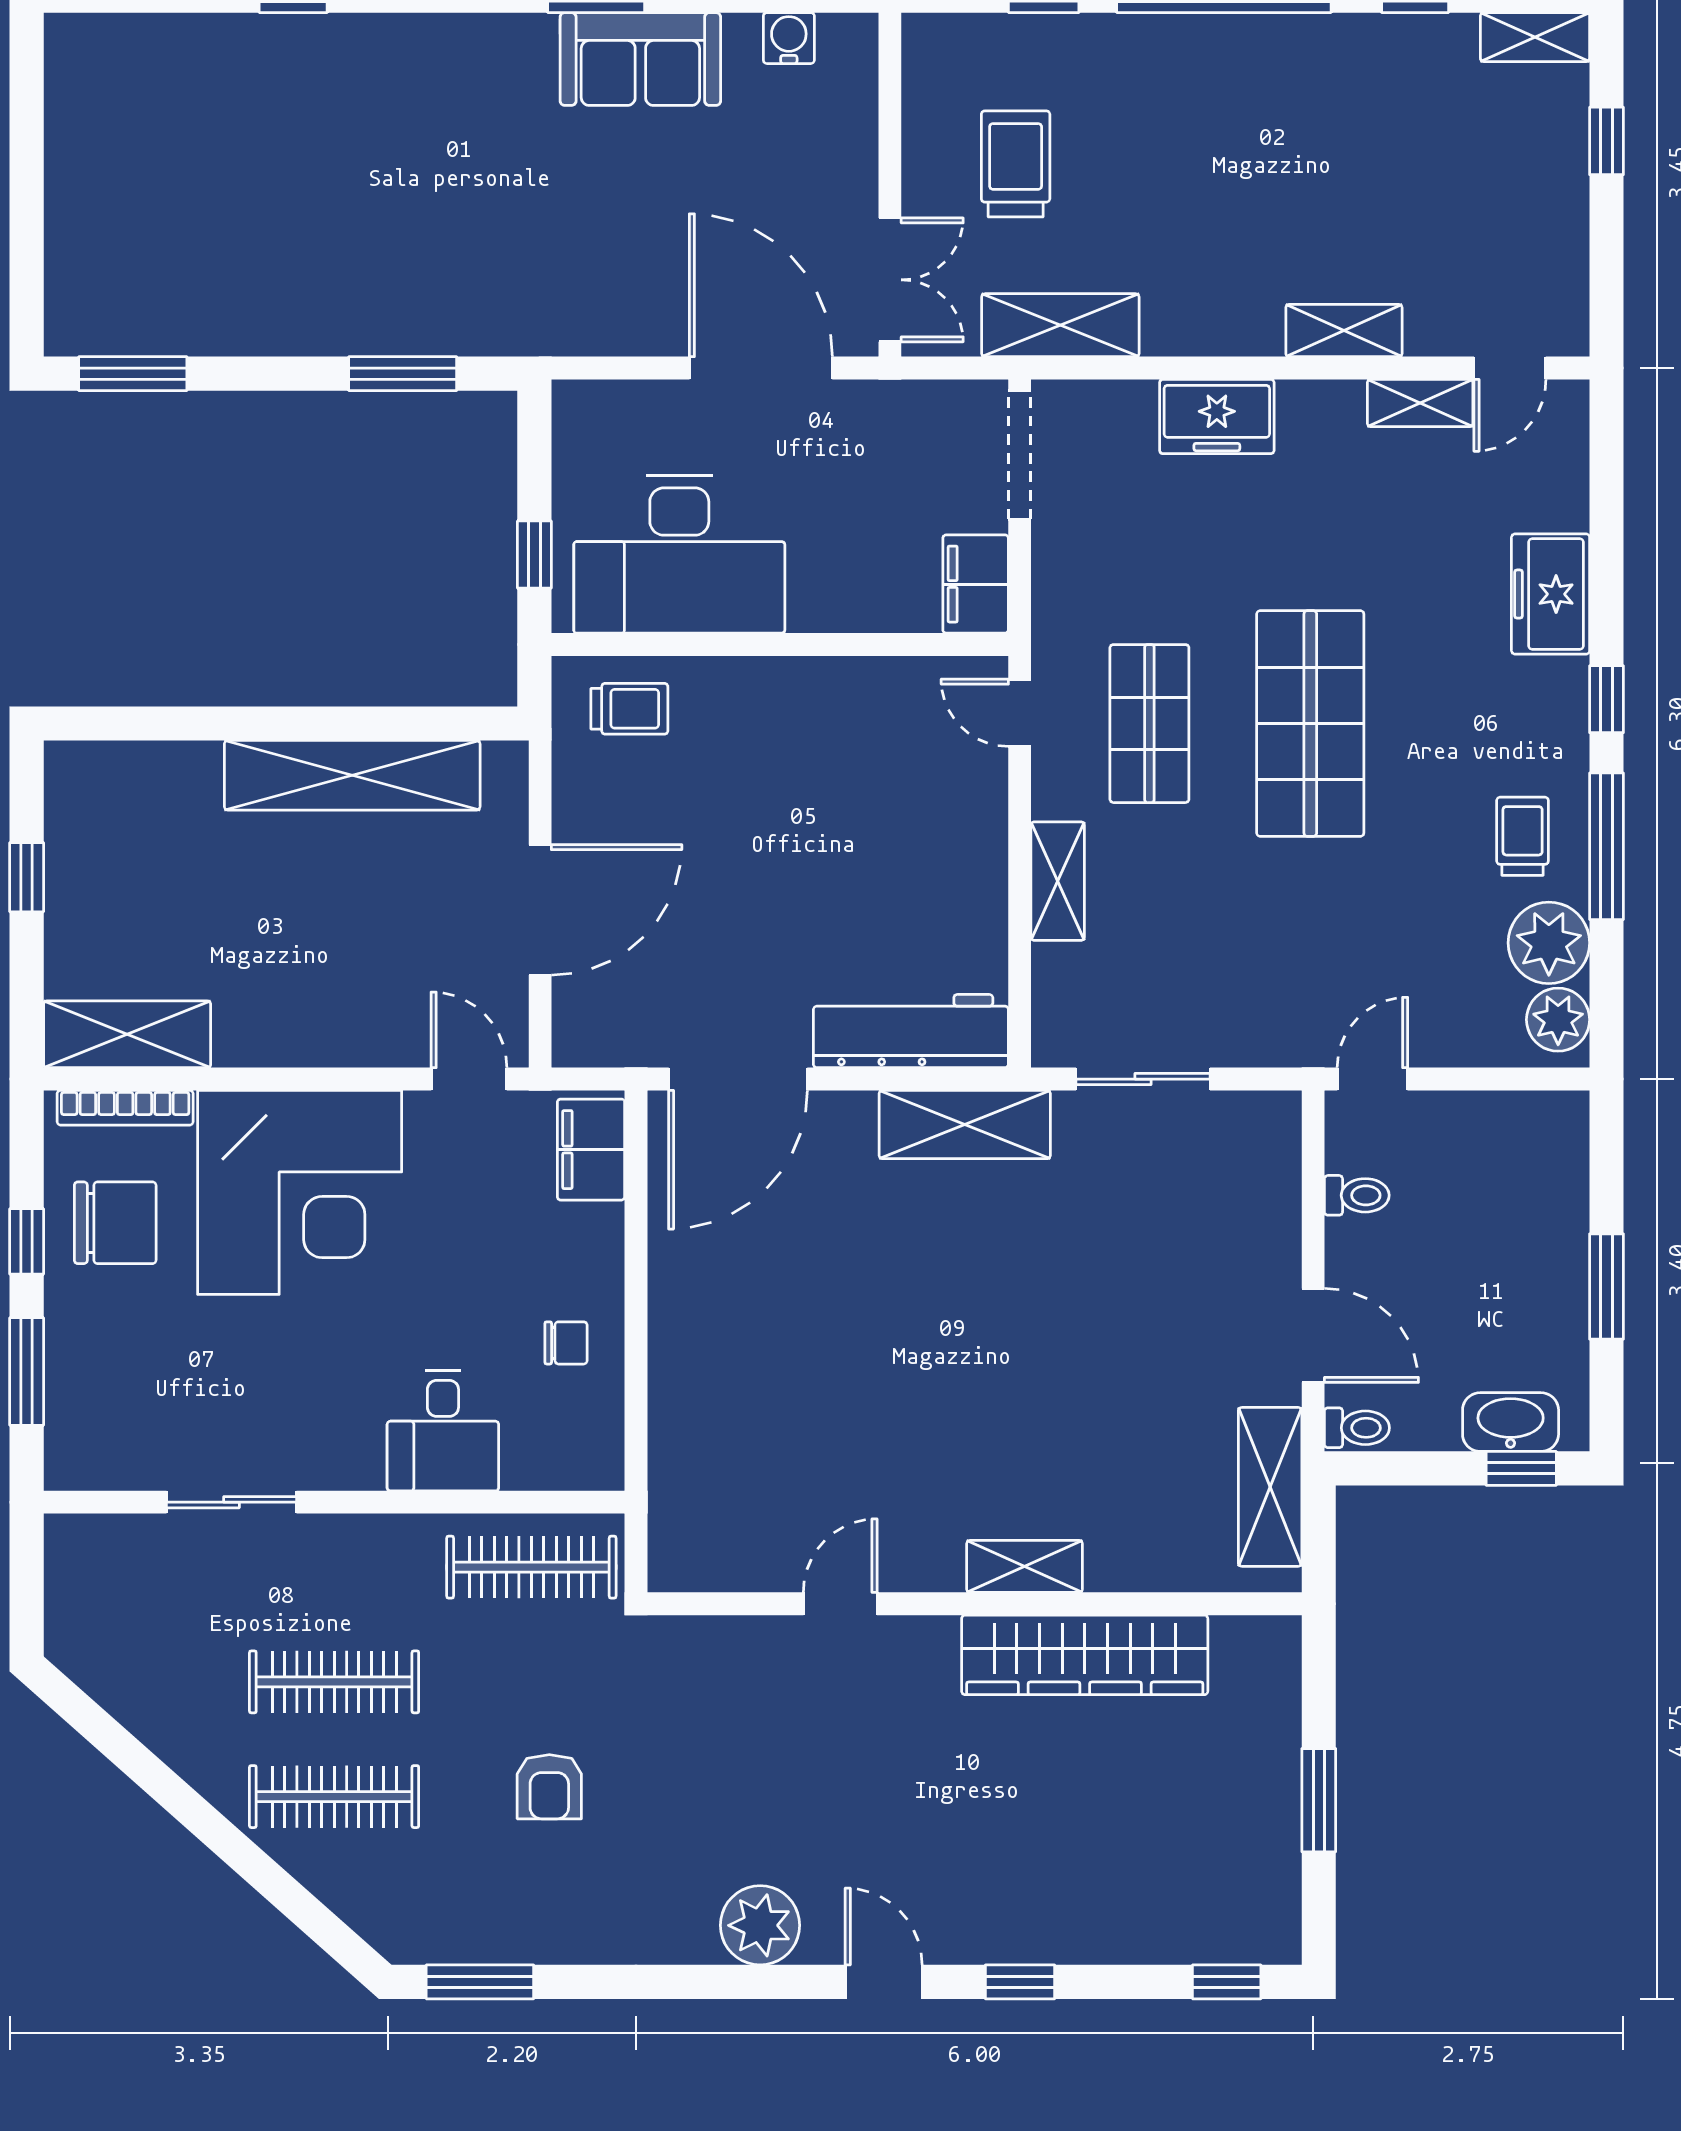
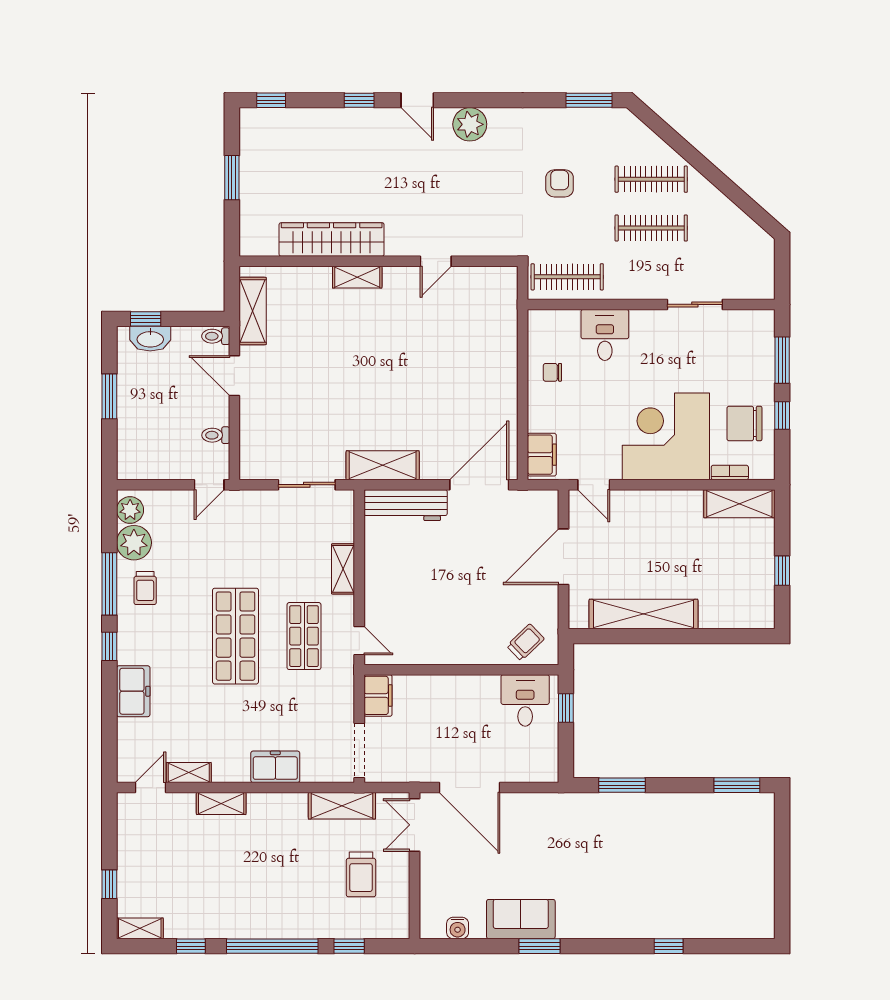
desk: (679, 554) -> (525, 700), width x0.53, depth x0.77
trolley: (629, 709) -> (525, 642), turned 136
bookcase: (125, 1108) -> (730, 472), width x0.64

